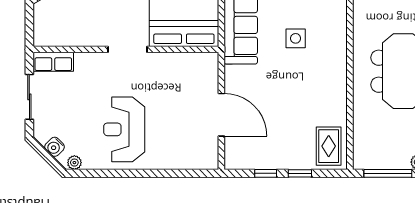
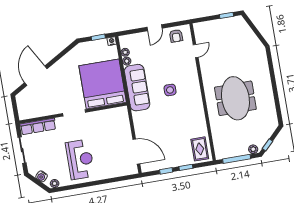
row of seats: (53, 62) -> (38, 126), width x1.48
door: (221, 115) -> (136, 151), moved
reception desk: (124, 129) -> (80, 159), turned 180

